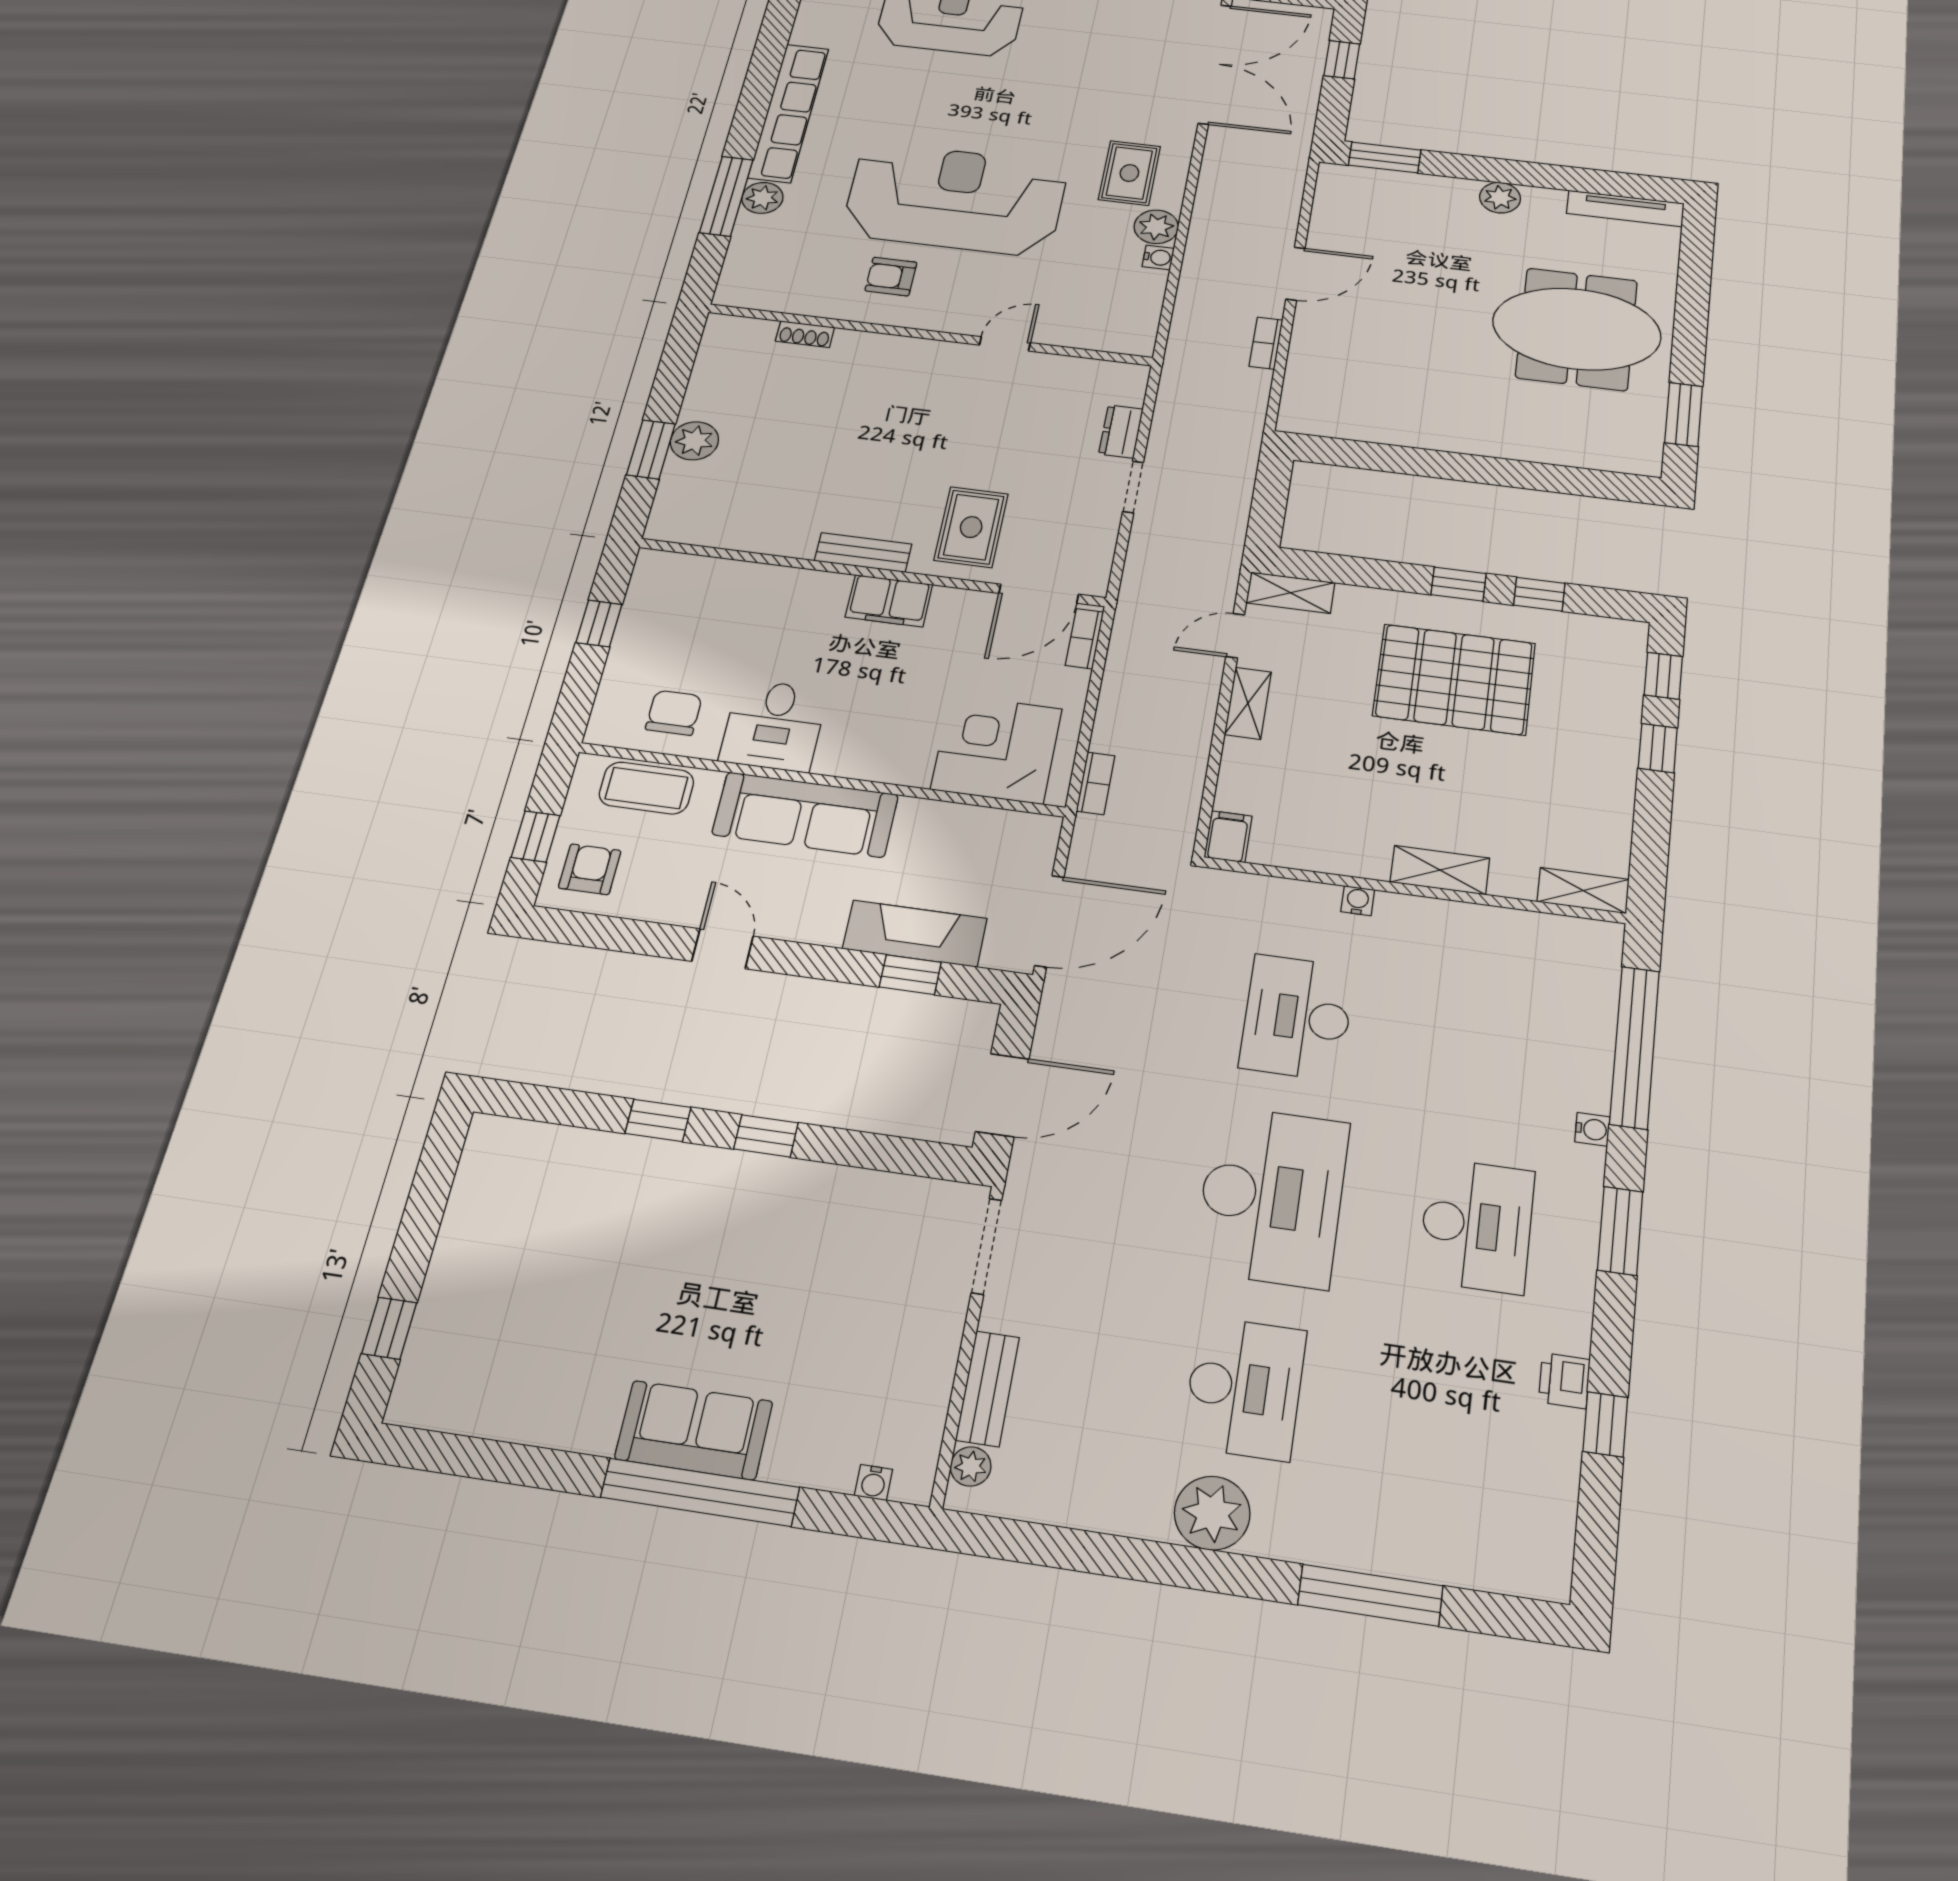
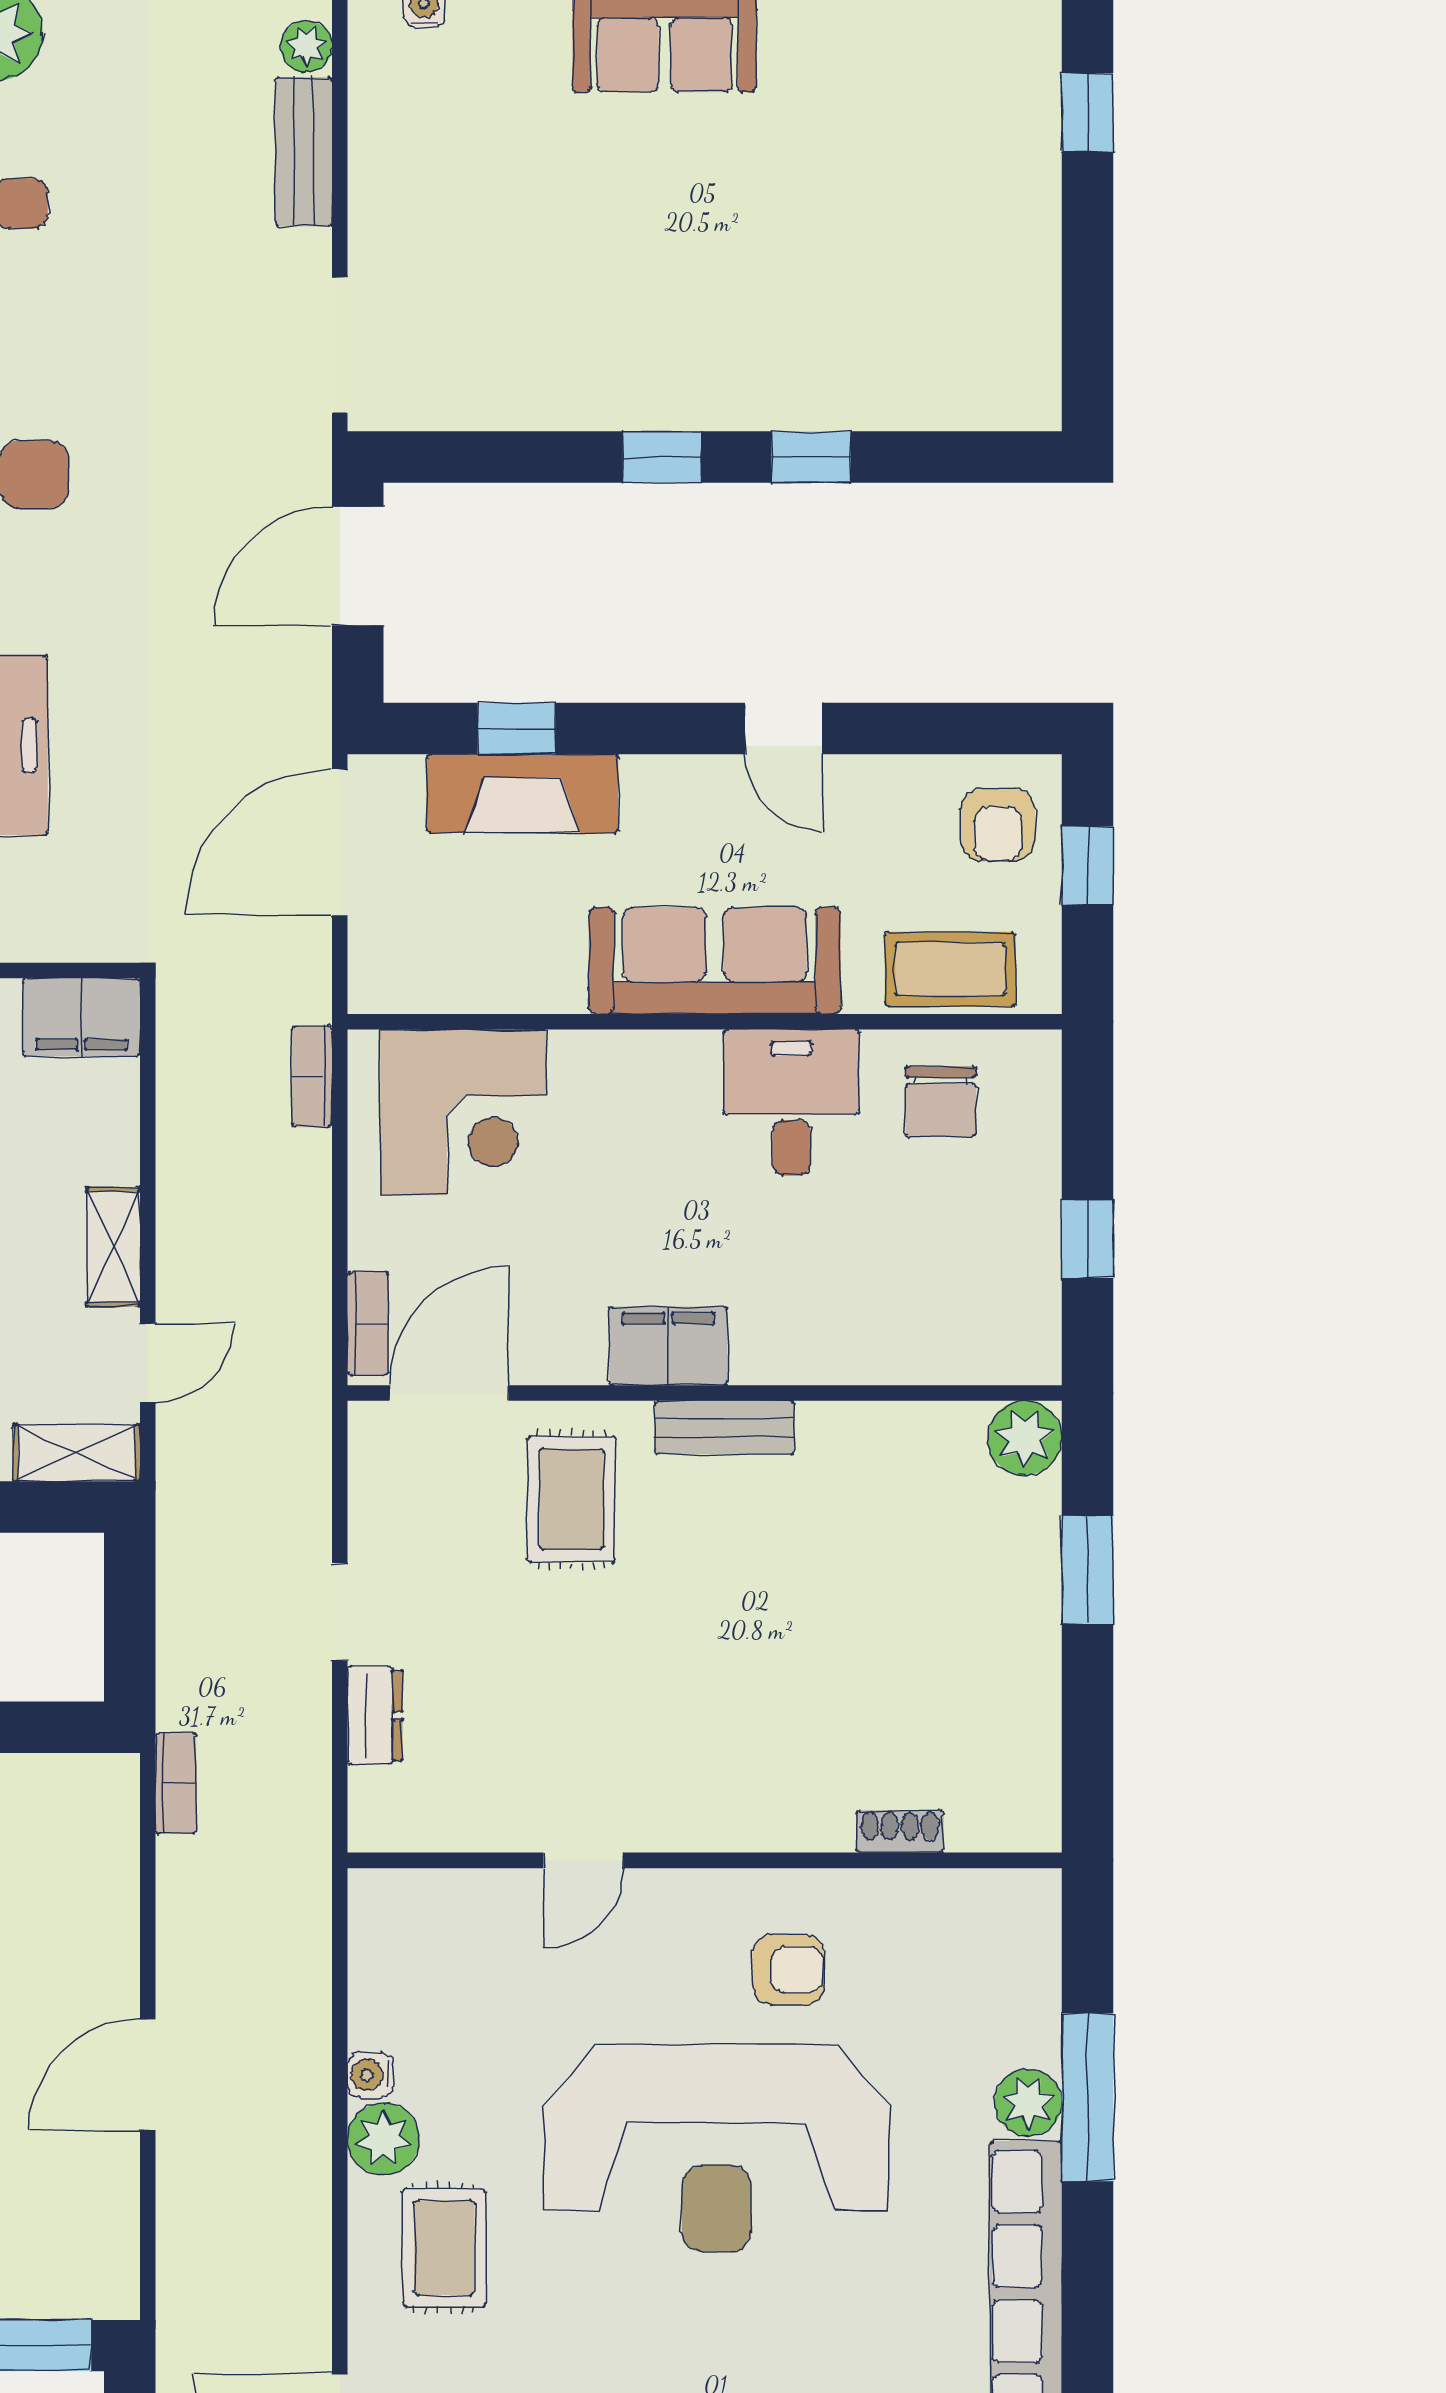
bookcase: (1266, 343) -> (176, 1783), moved
plant: (694, 441) -> (1025, 1438), moved
filing cabinet: (1228, 837) -> (82, 1017), width x2.00

